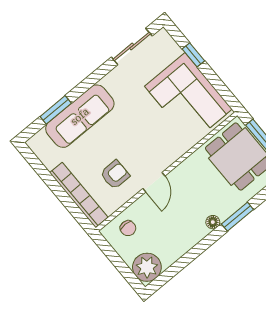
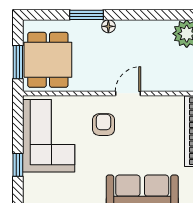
armchair: (115, 175) -> (104, 125), moved, turned 90
chair: (128, 228) -> (176, 75), removed

